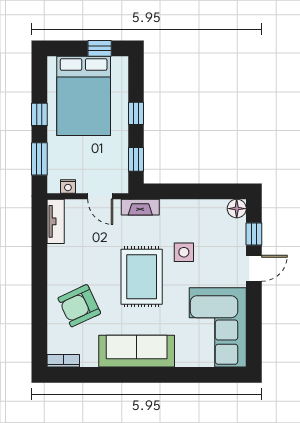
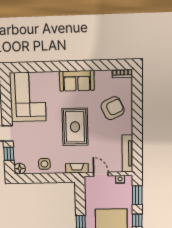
window: (136, 159) -> (80, 196), removed
tv unit: (56, 221) -> (127, 153), width x1.41
side table: (184, 252) -> (44, 164), moved
sofa: (137, 351) -> (77, 81), width x0.73

